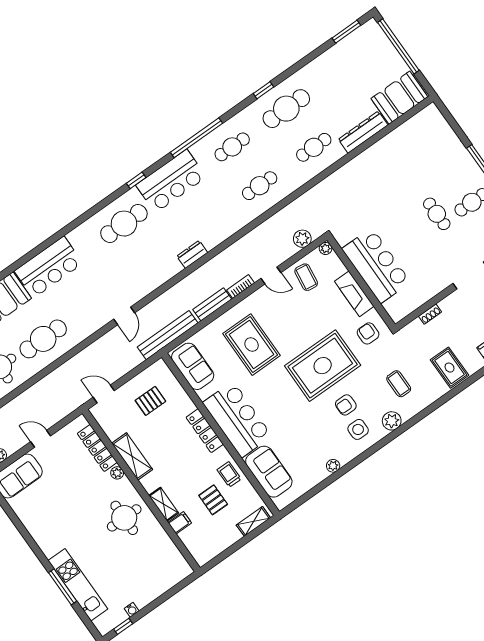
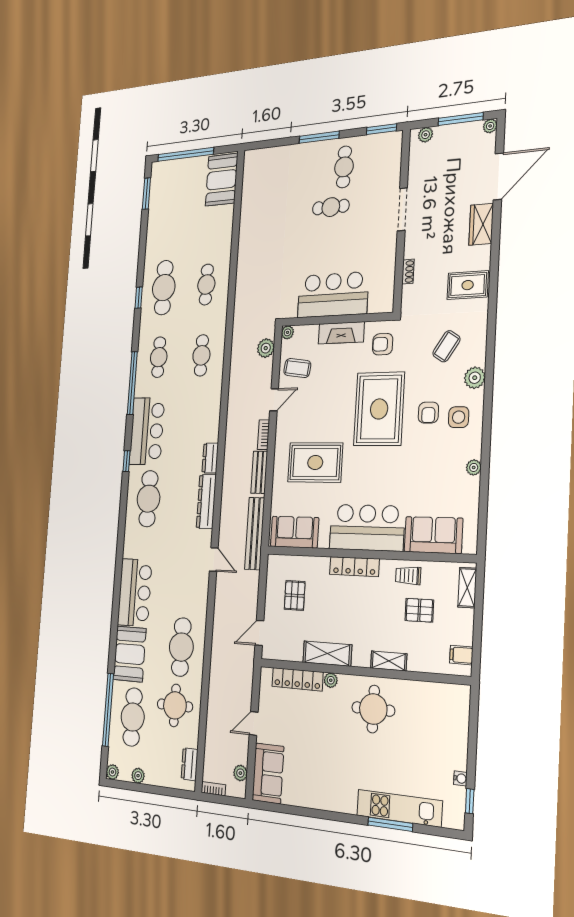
dresser: (363, 132) -> (206, 502), moved
coffee table: (399, 384) -> (446, 346), turned -57
filing cabinet: (180, 523) -> (461, 655), moved, turned -90

